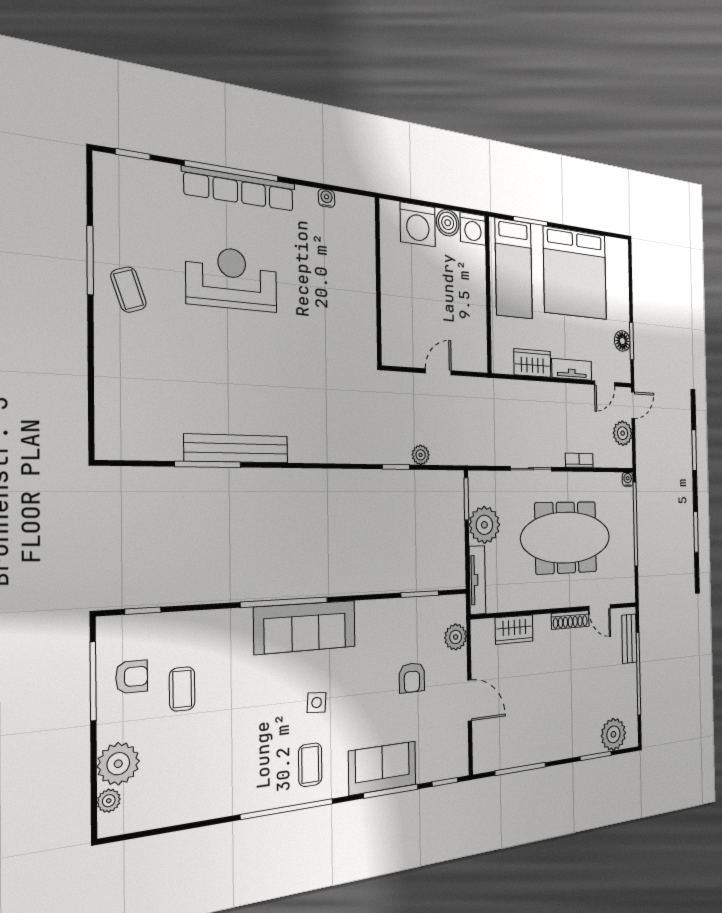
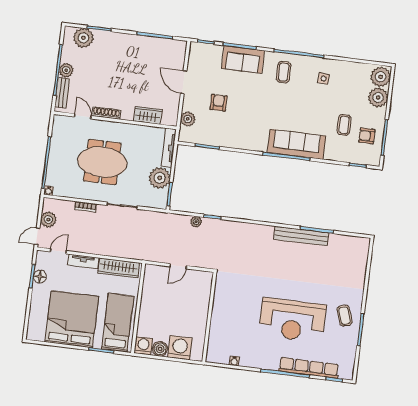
row of seats: (240, 189) -> (309, 368), moved
reception desk: (232, 279) -> (292, 320), width x1.36, depth x1.30
wardrobe: (532, 363) -> (119, 268), width x1.50
meeting table: (566, 538) -> (102, 162), width x0.73
sofa: (305, 627) -> (296, 144), moved
plant: (628, 676) -> (66, 70), added
side table: (317, 702) -> (324, 78), moved
plant: (109, 801) -> (381, 77), width x1.87, depth x1.87

